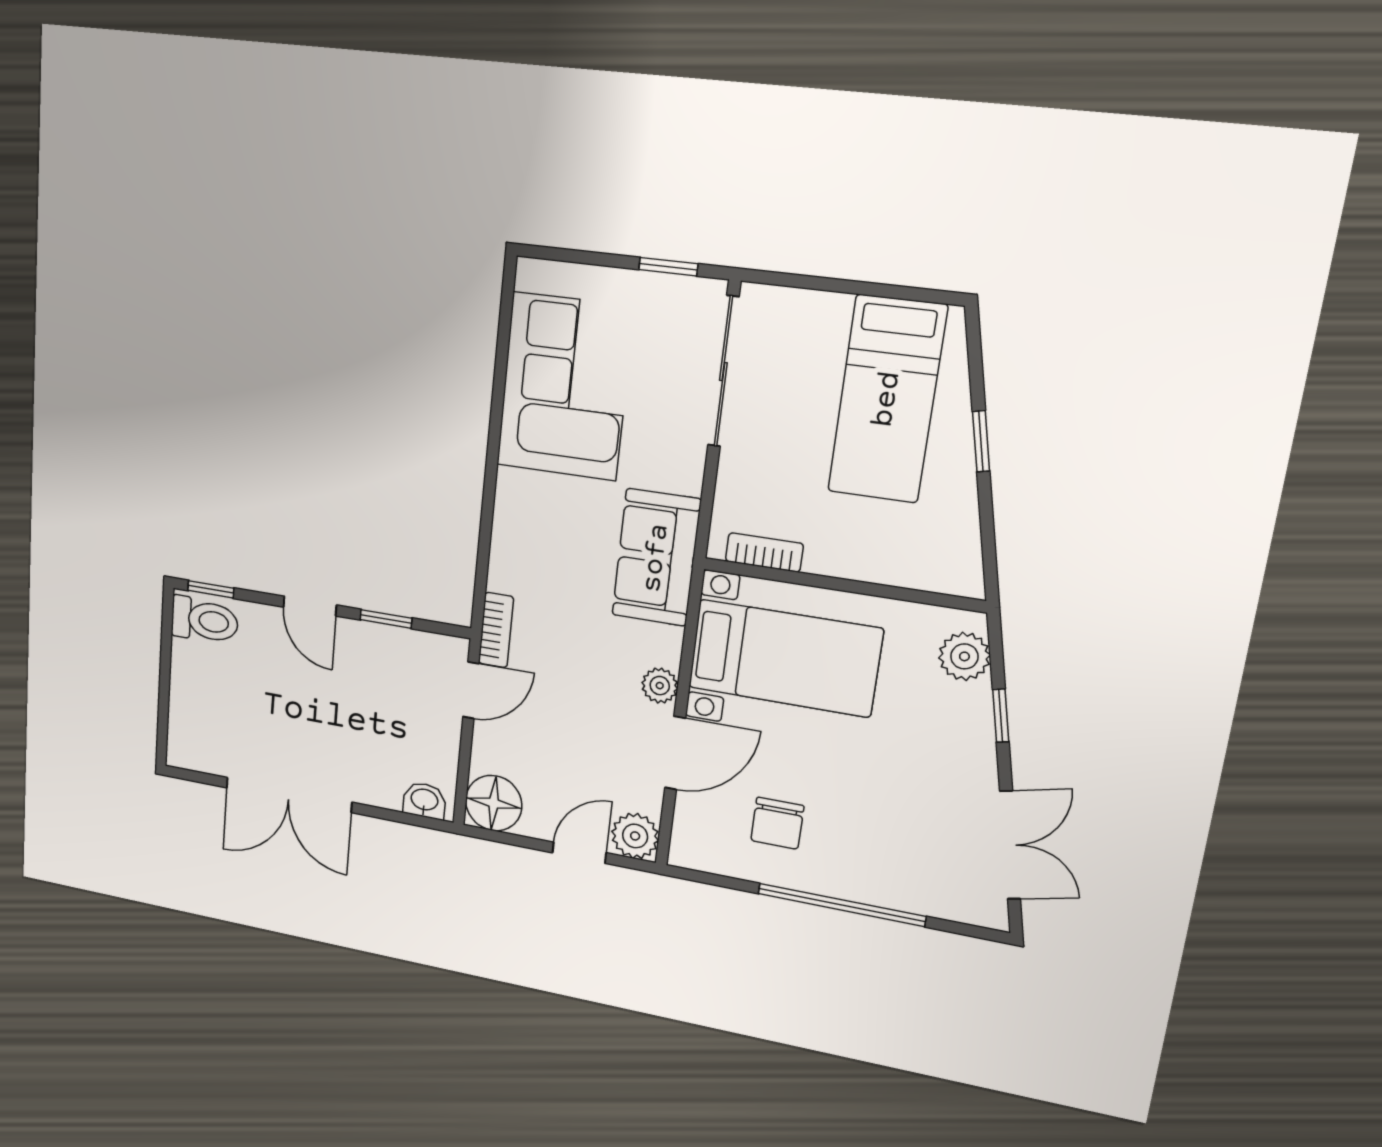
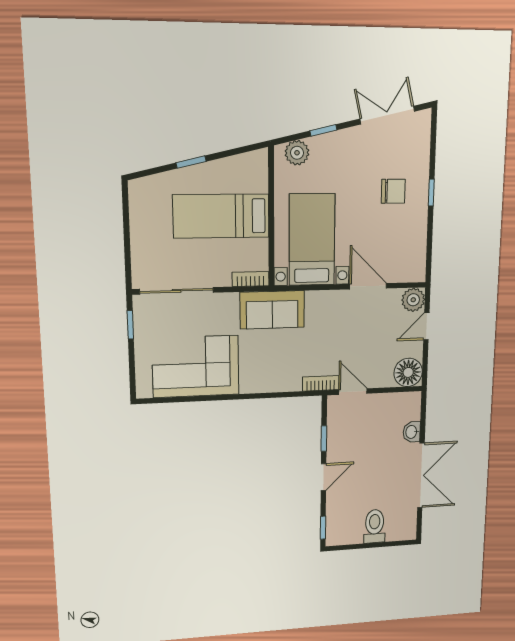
bed: (887, 399) -> (221, 216), moved, turned 180
bookcase: (764, 552) -> (251, 279), moved, turned 90
toilet: (205, 620) -> (375, 526), moved
plant: (660, 686) -> (335, 299), removed
washbasin: (424, 800) -> (412, 432), moved
chair: (777, 823) -> (393, 191), moved
door: (579, 853) -> (426, 326), hinge flipped
window: (841, 905) -> (431, 193), width x0.32

